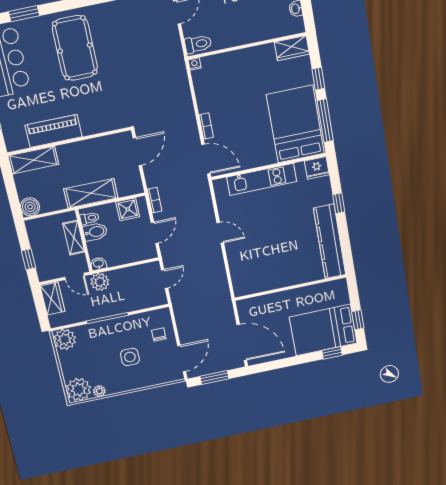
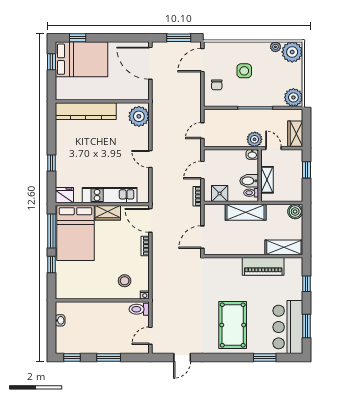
wardrobe: (292, 48) -> (108, 213), moved, turned 180
stool: (223, 77) -> (125, 281), added
kitchen counter: (330, 242) -> (86, 111), moved, turned 90
plant: (244, 280) -> (139, 116), added

